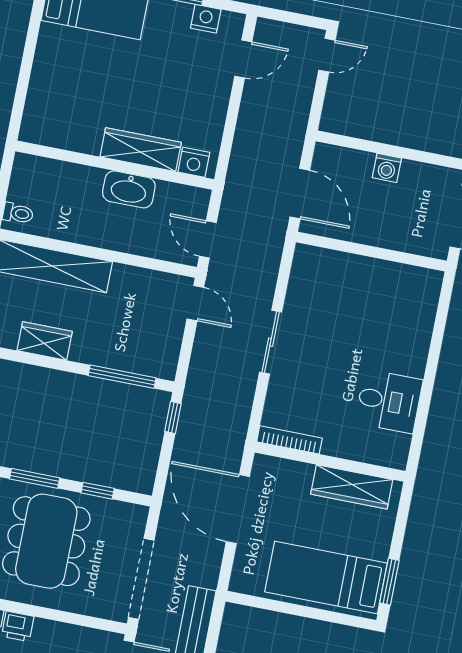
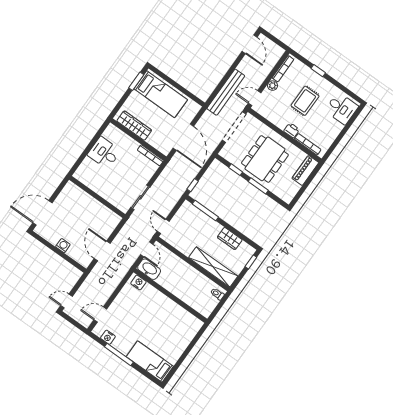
wardrobe: (141, 150) -> (157, 297), removed
washbasin: (129, 189) -> (149, 269), moved
wall: (371, 252) -> (97, 197), moved

